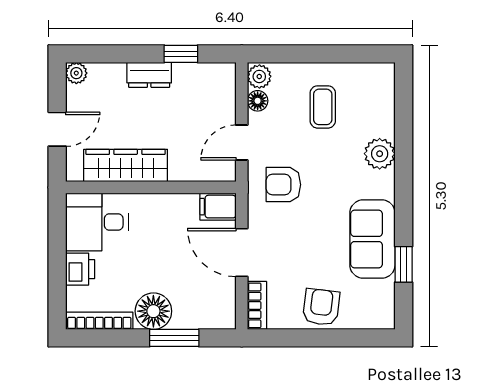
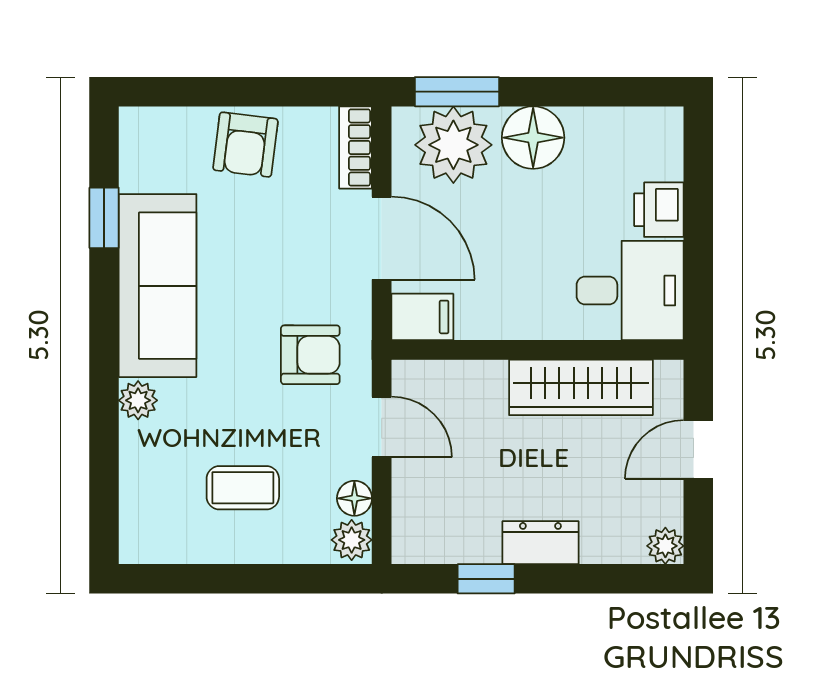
coffee table: (323, 107) -> (243, 488), turned 90
door: (242, 142) -> (382, 427), hinge flipped
plant: (380, 154) -> (138, 400), width x0.73, depth x0.73
sofa: (372, 239) -> (158, 286), width x1.36
plant: (200, 307) -> (453, 145), added
bookcase: (99, 321) -> (626, 121), removed
window: (174, 338) -> (457, 92), moved

